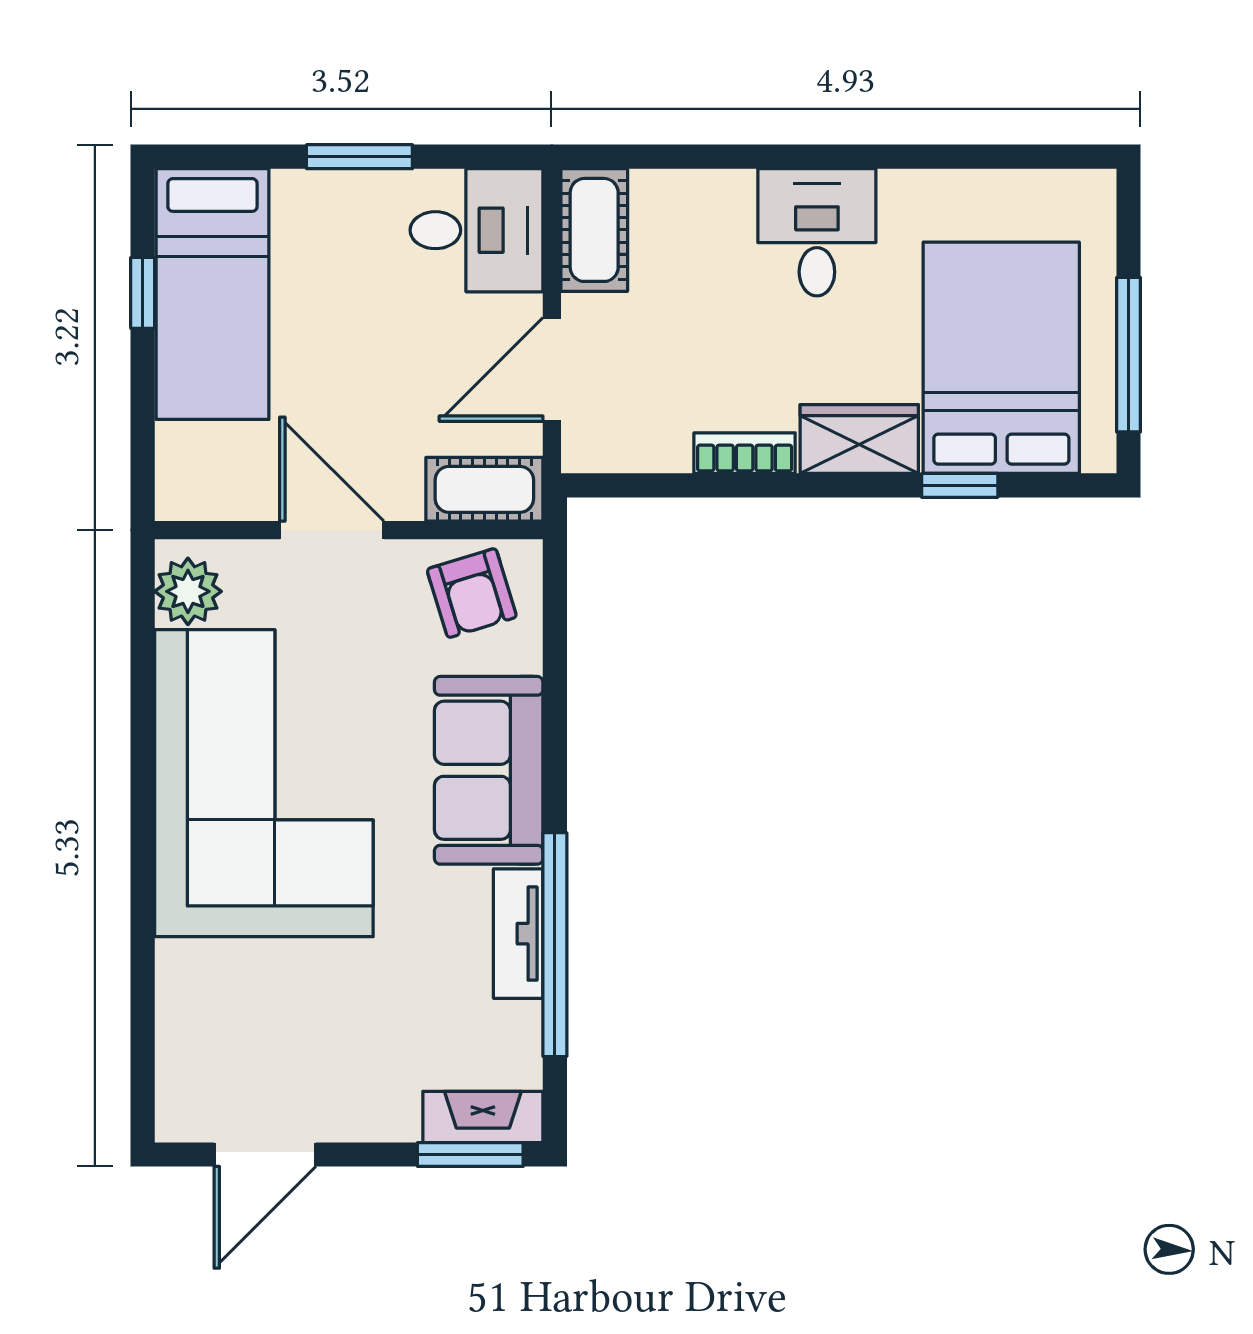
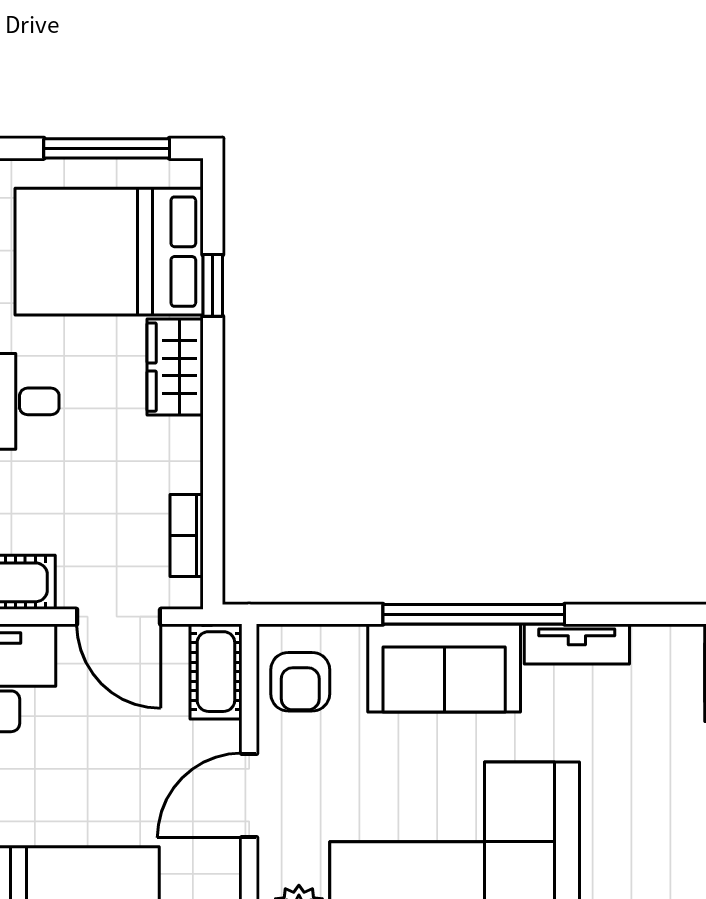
bookcase: (745, 453) -> (187, 535), moved
armchair: (472, 593) -> (300, 682), turned 107
window: (555, 945) -> (474, 614), moved

